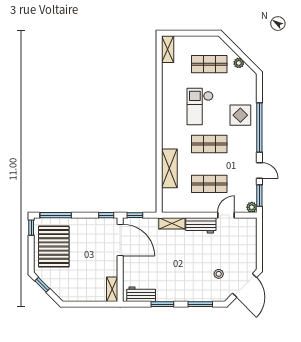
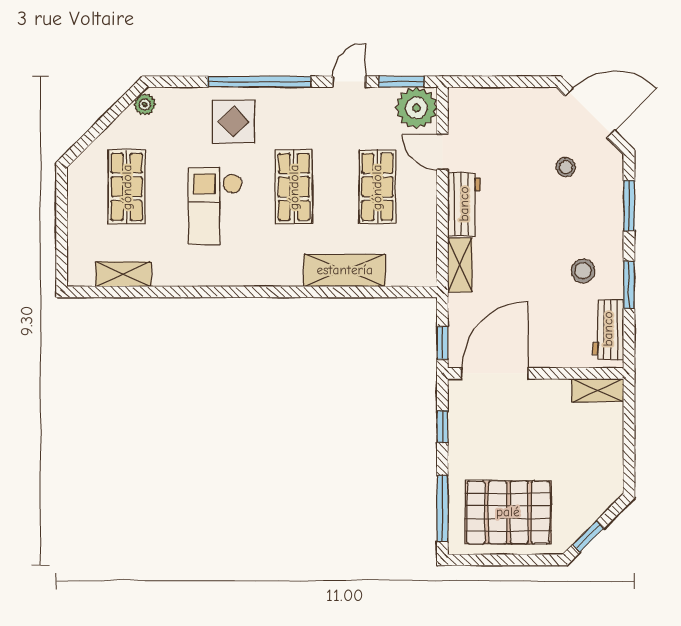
shelving: (168, 49) -> (123, 274), moved
plant: (239, 63) -> (145, 104), moved
checkout: (200, 107) -> (215, 206), turned 90
plant: (252, 207) -> (416, 108), width x1.88, depth x1.88
window: (106, 215) -> (442, 426), moved
window: (31, 228) -> (469, 560), removed
stool: (169, 282) -> (583, 271), added

